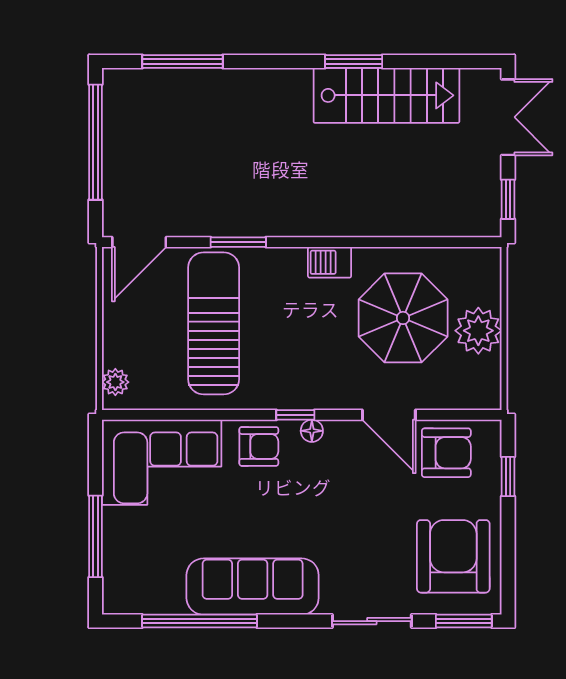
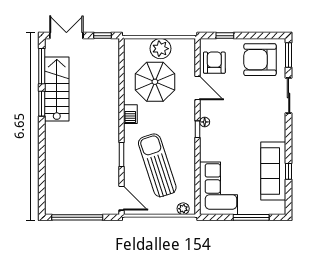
window: (183, 62) -> (42, 66), moved
sun lounger: (214, 323) -> (157, 165), turned 72
door: (389, 415) -> (198, 88), hinge flipped
armchair: (259, 446) -> (212, 145), removed
sofa: (253, 587) -> (273, 171), moved
window: (200, 621) -> (289, 171), width x0.32

